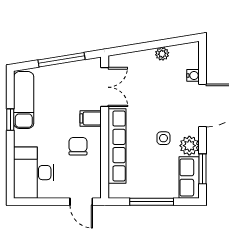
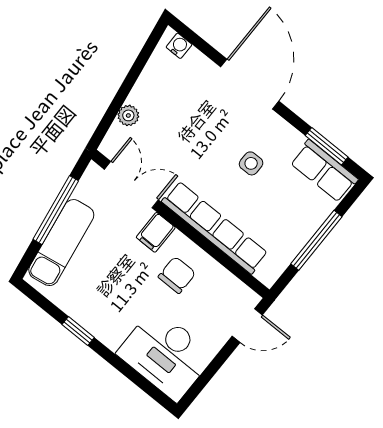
plant: (162, 54) -> (128, 115), moved
water cooler: (193, 75) -> (179, 46), moved
exam couch: (24, 100) -> (61, 243), moved, turned 81
chair: (78, 146) -> (177, 275), turned 90
plant: (189, 146) -> (286, 139), removed

